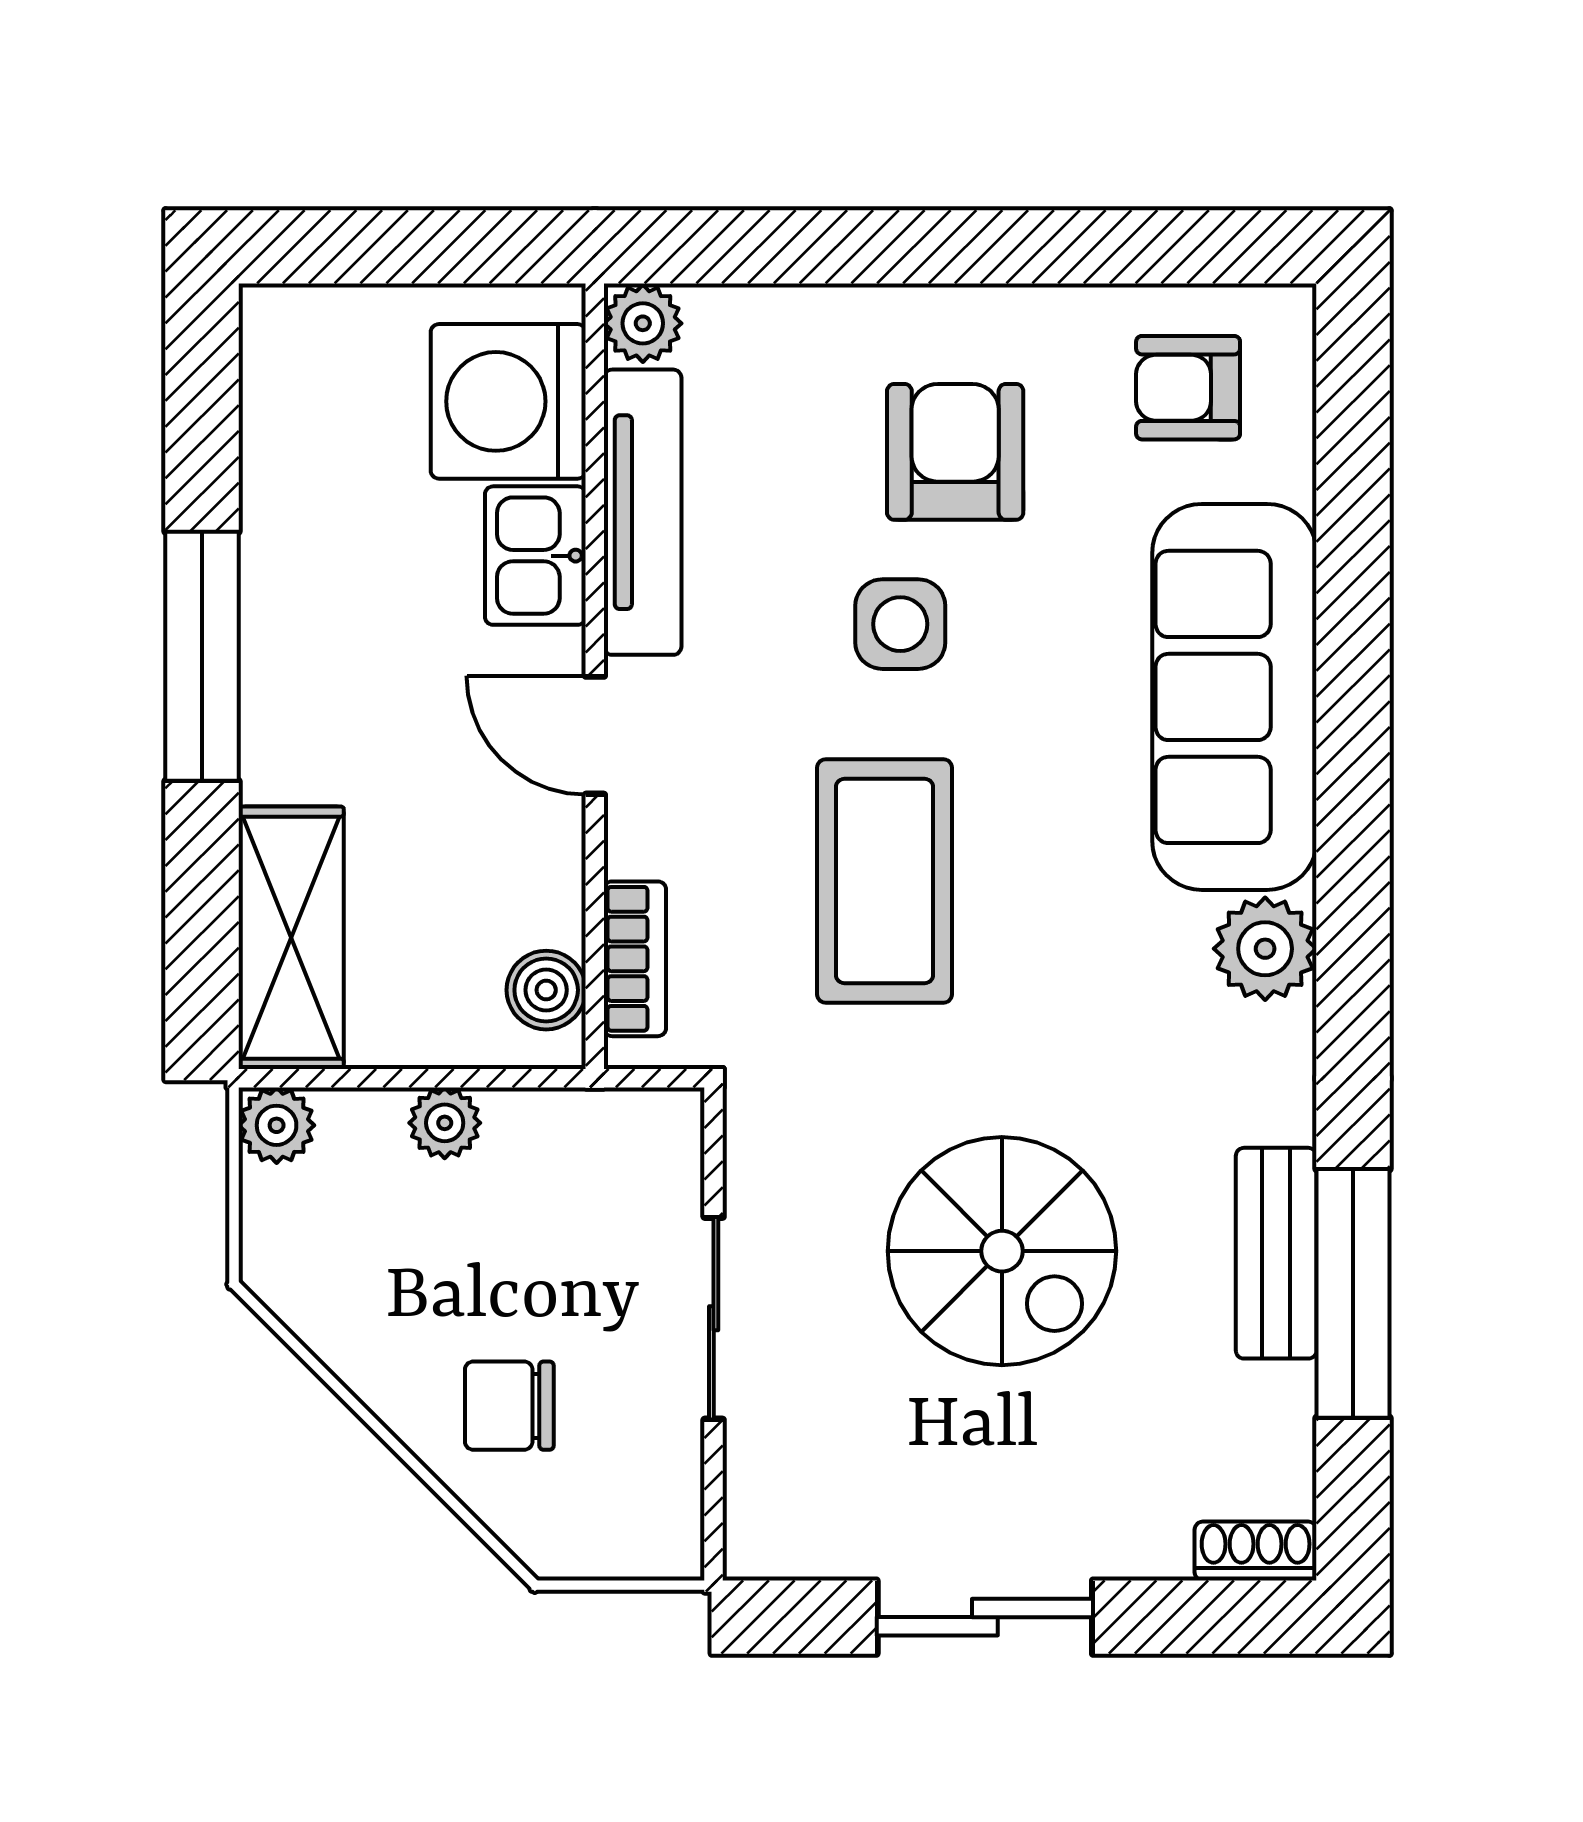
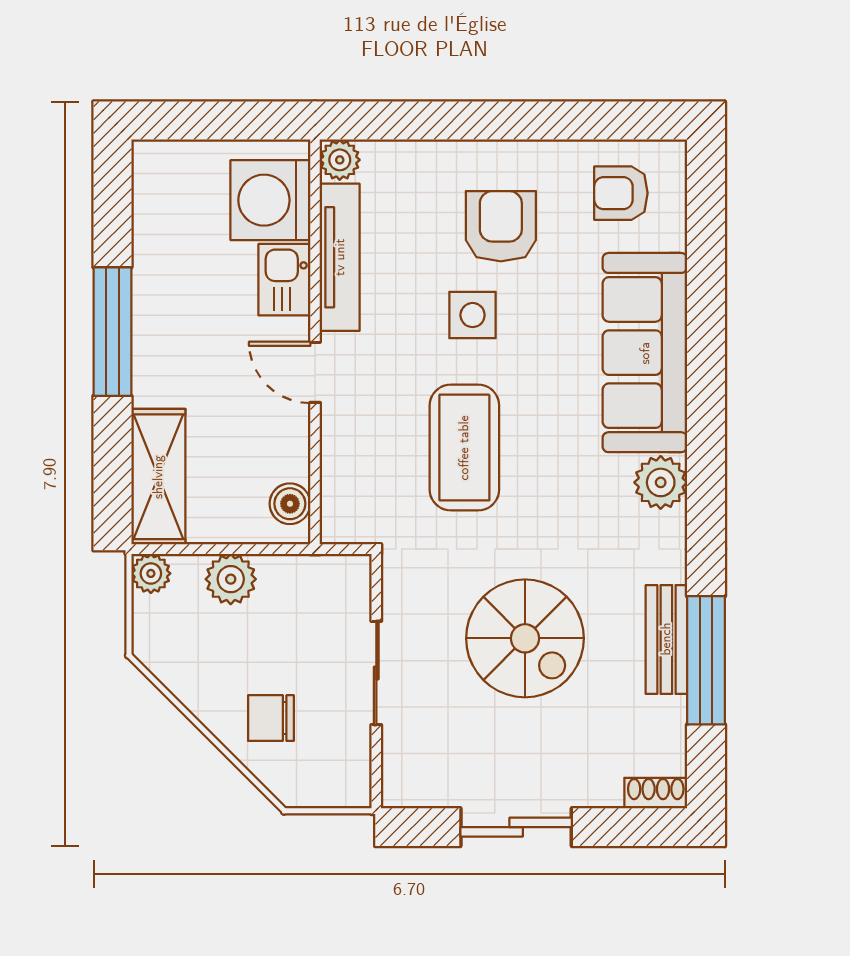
bookcase: (635, 959) -> (336, 488), removed
plant: (445, 1123) -> (231, 579), width x1.38, depth x1.38

